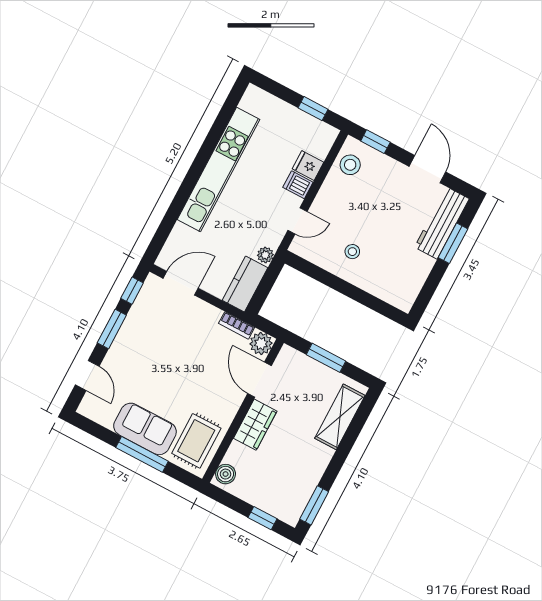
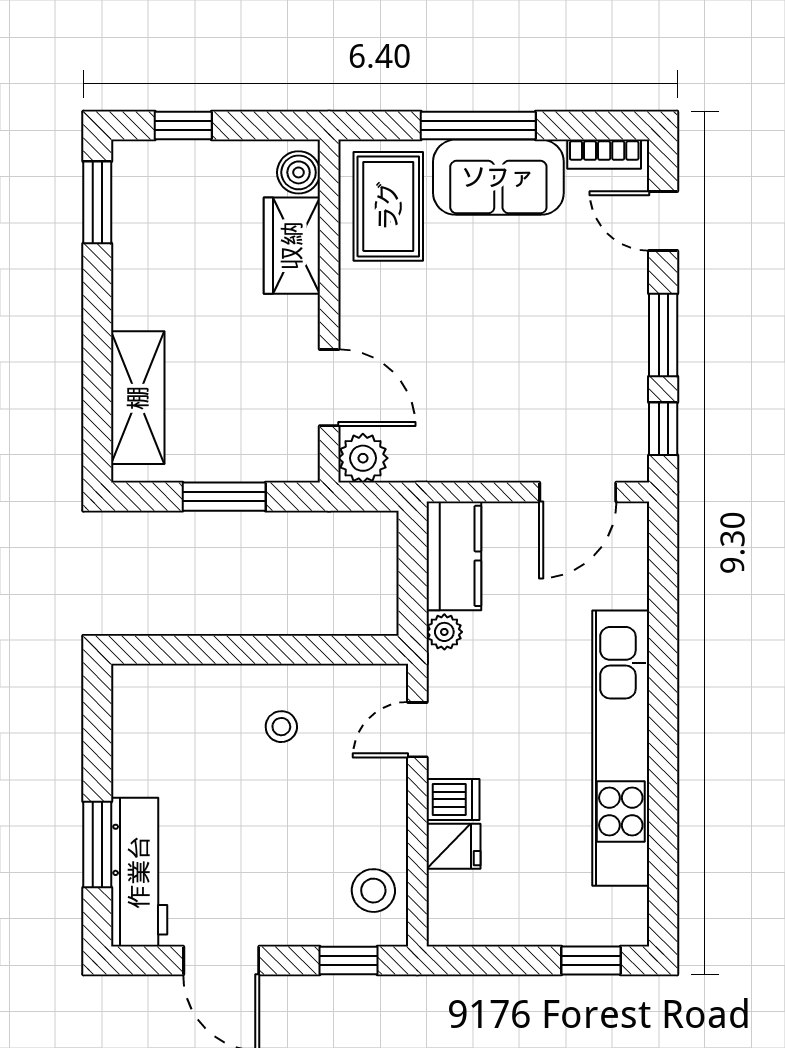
window: (313, 109) -> (591, 961), moved
bookcase: (237, 325) -> (604, 154), moved, turned 180
wardrobe: (255, 425) -> (292, 246), moved

